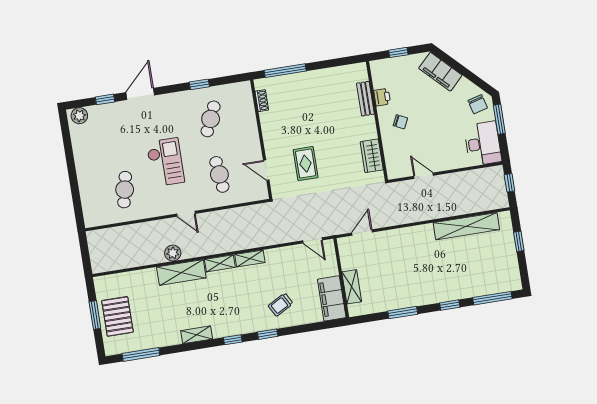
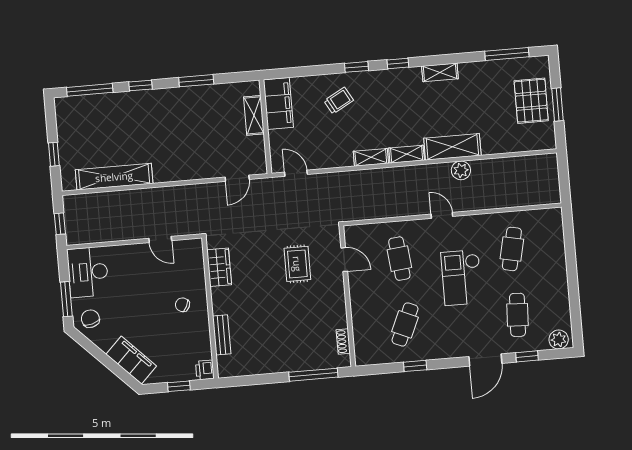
printer: (382, 97) -> (205, 370), moved
cafe table: (116, 134) -> (518, 315), added

